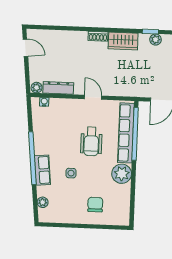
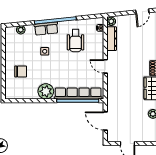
door: (93, 97) -> (105, 66), swing flipped
wheelchair: (91, 141) -> (76, 41), moved, turned -90

